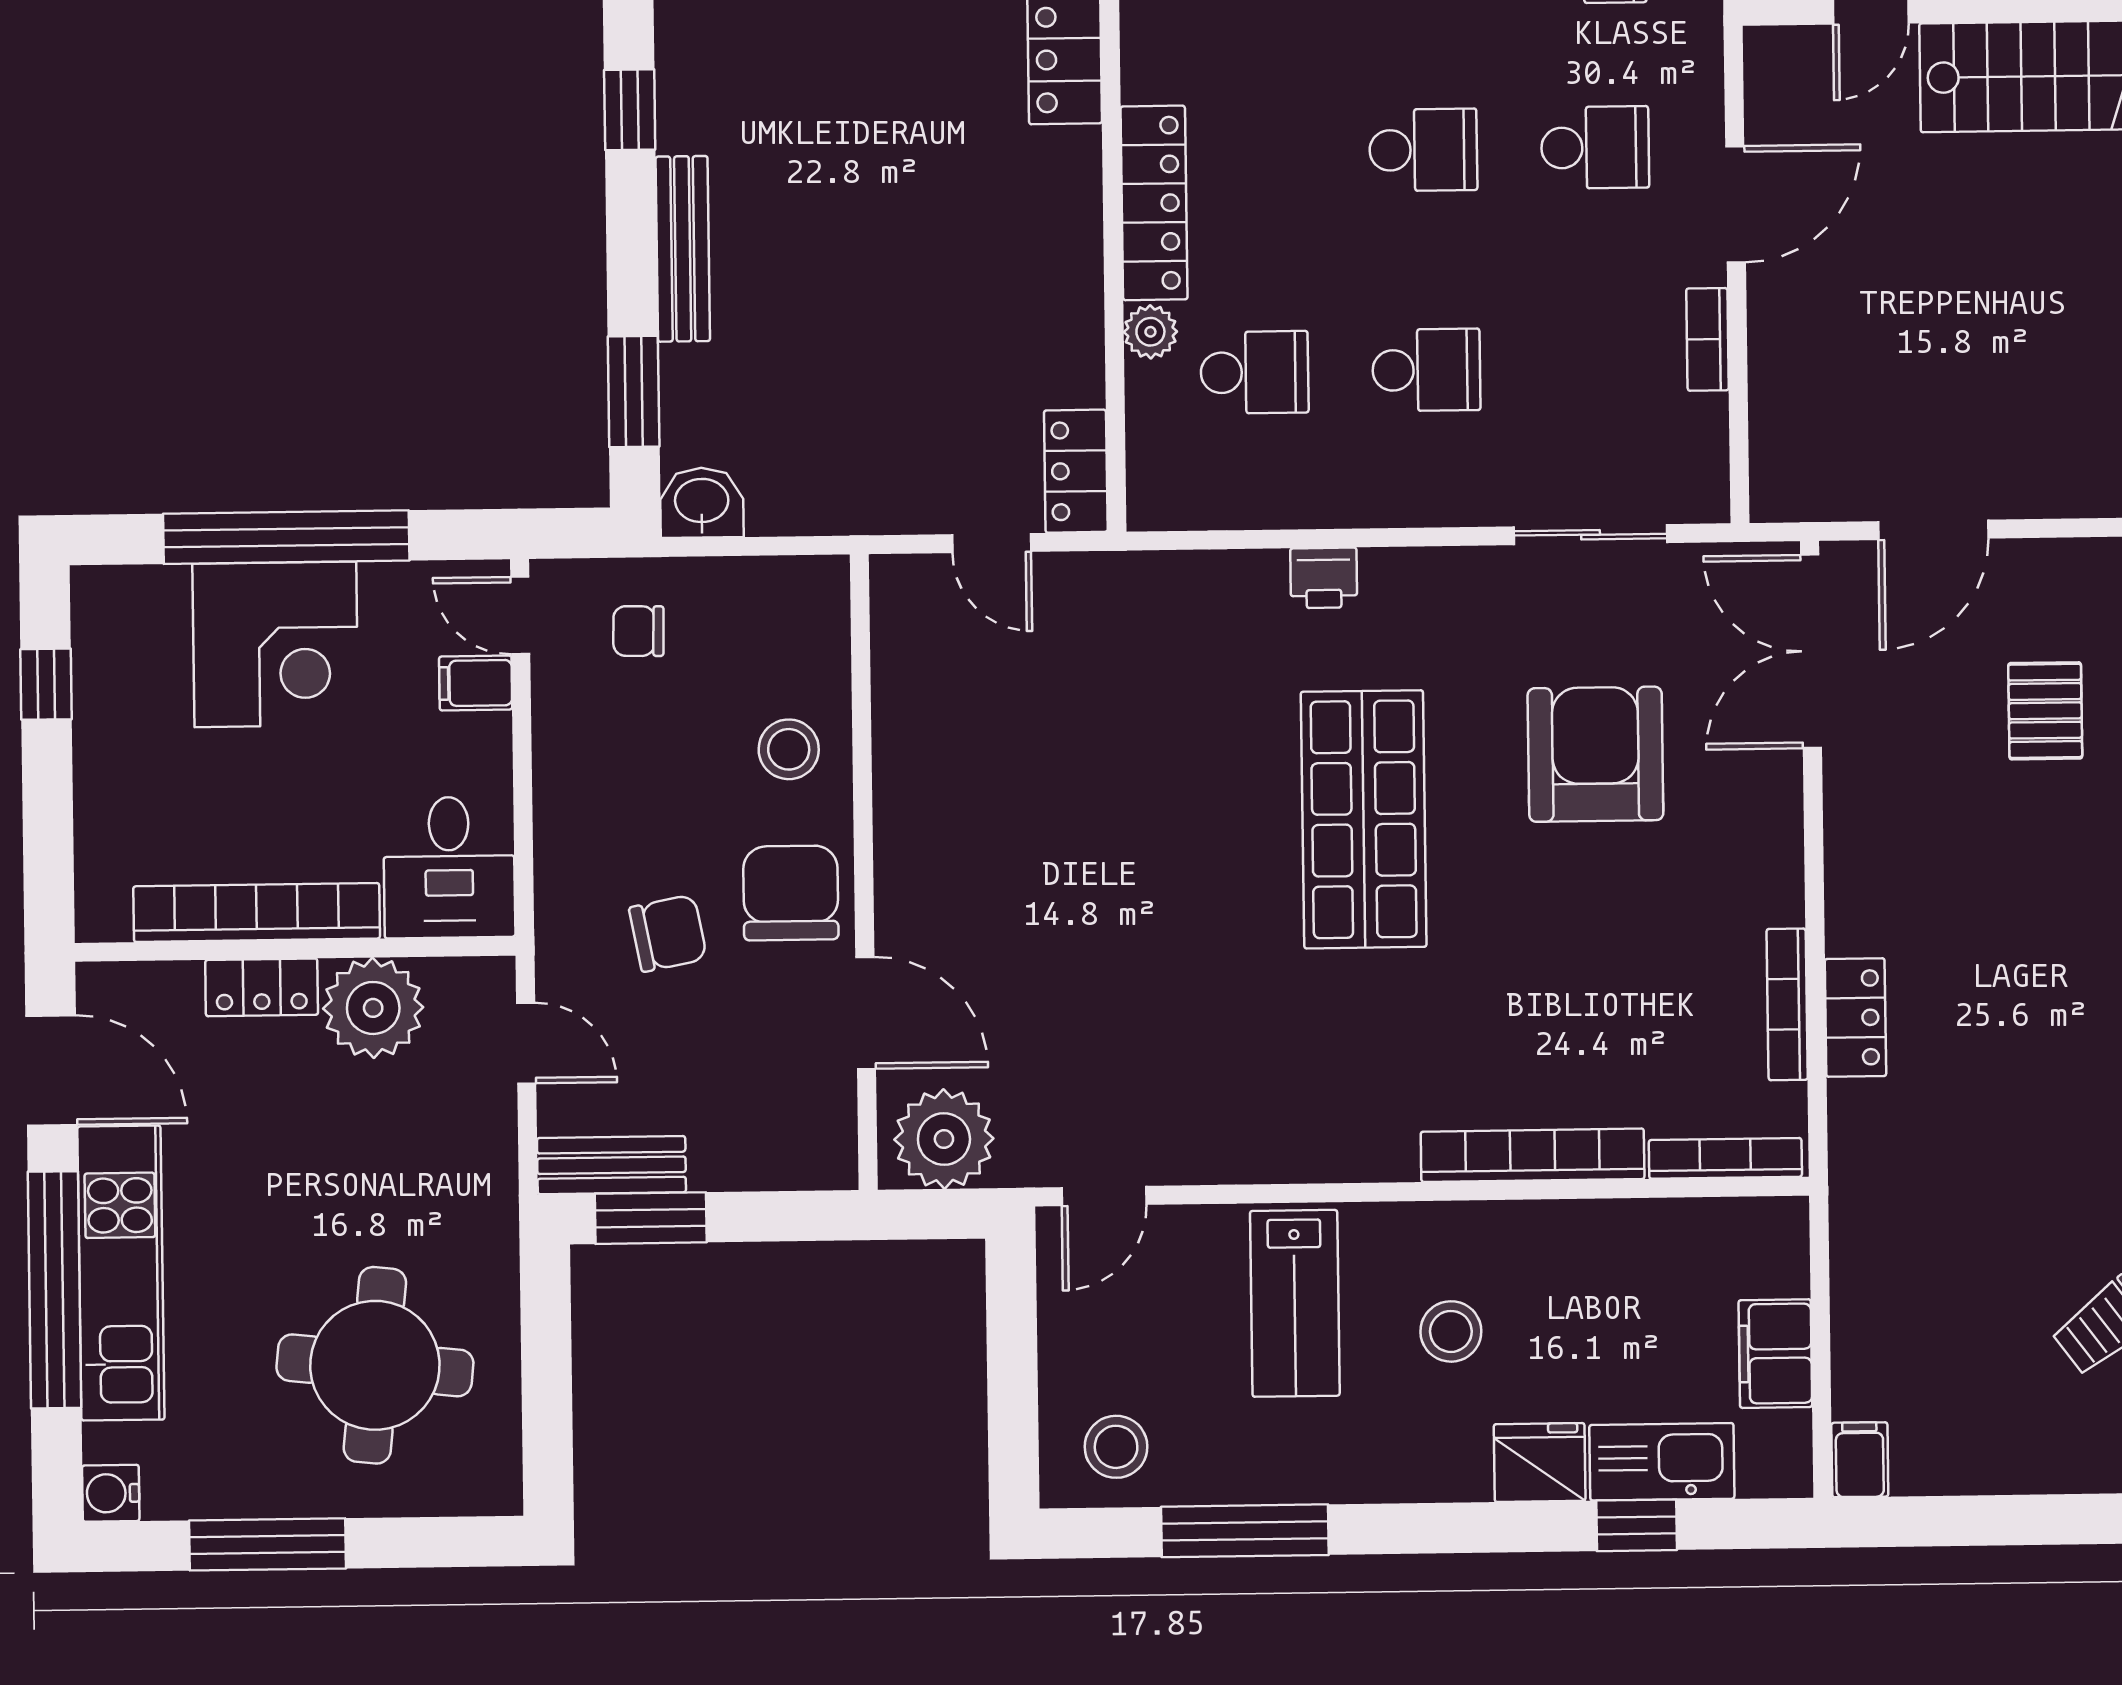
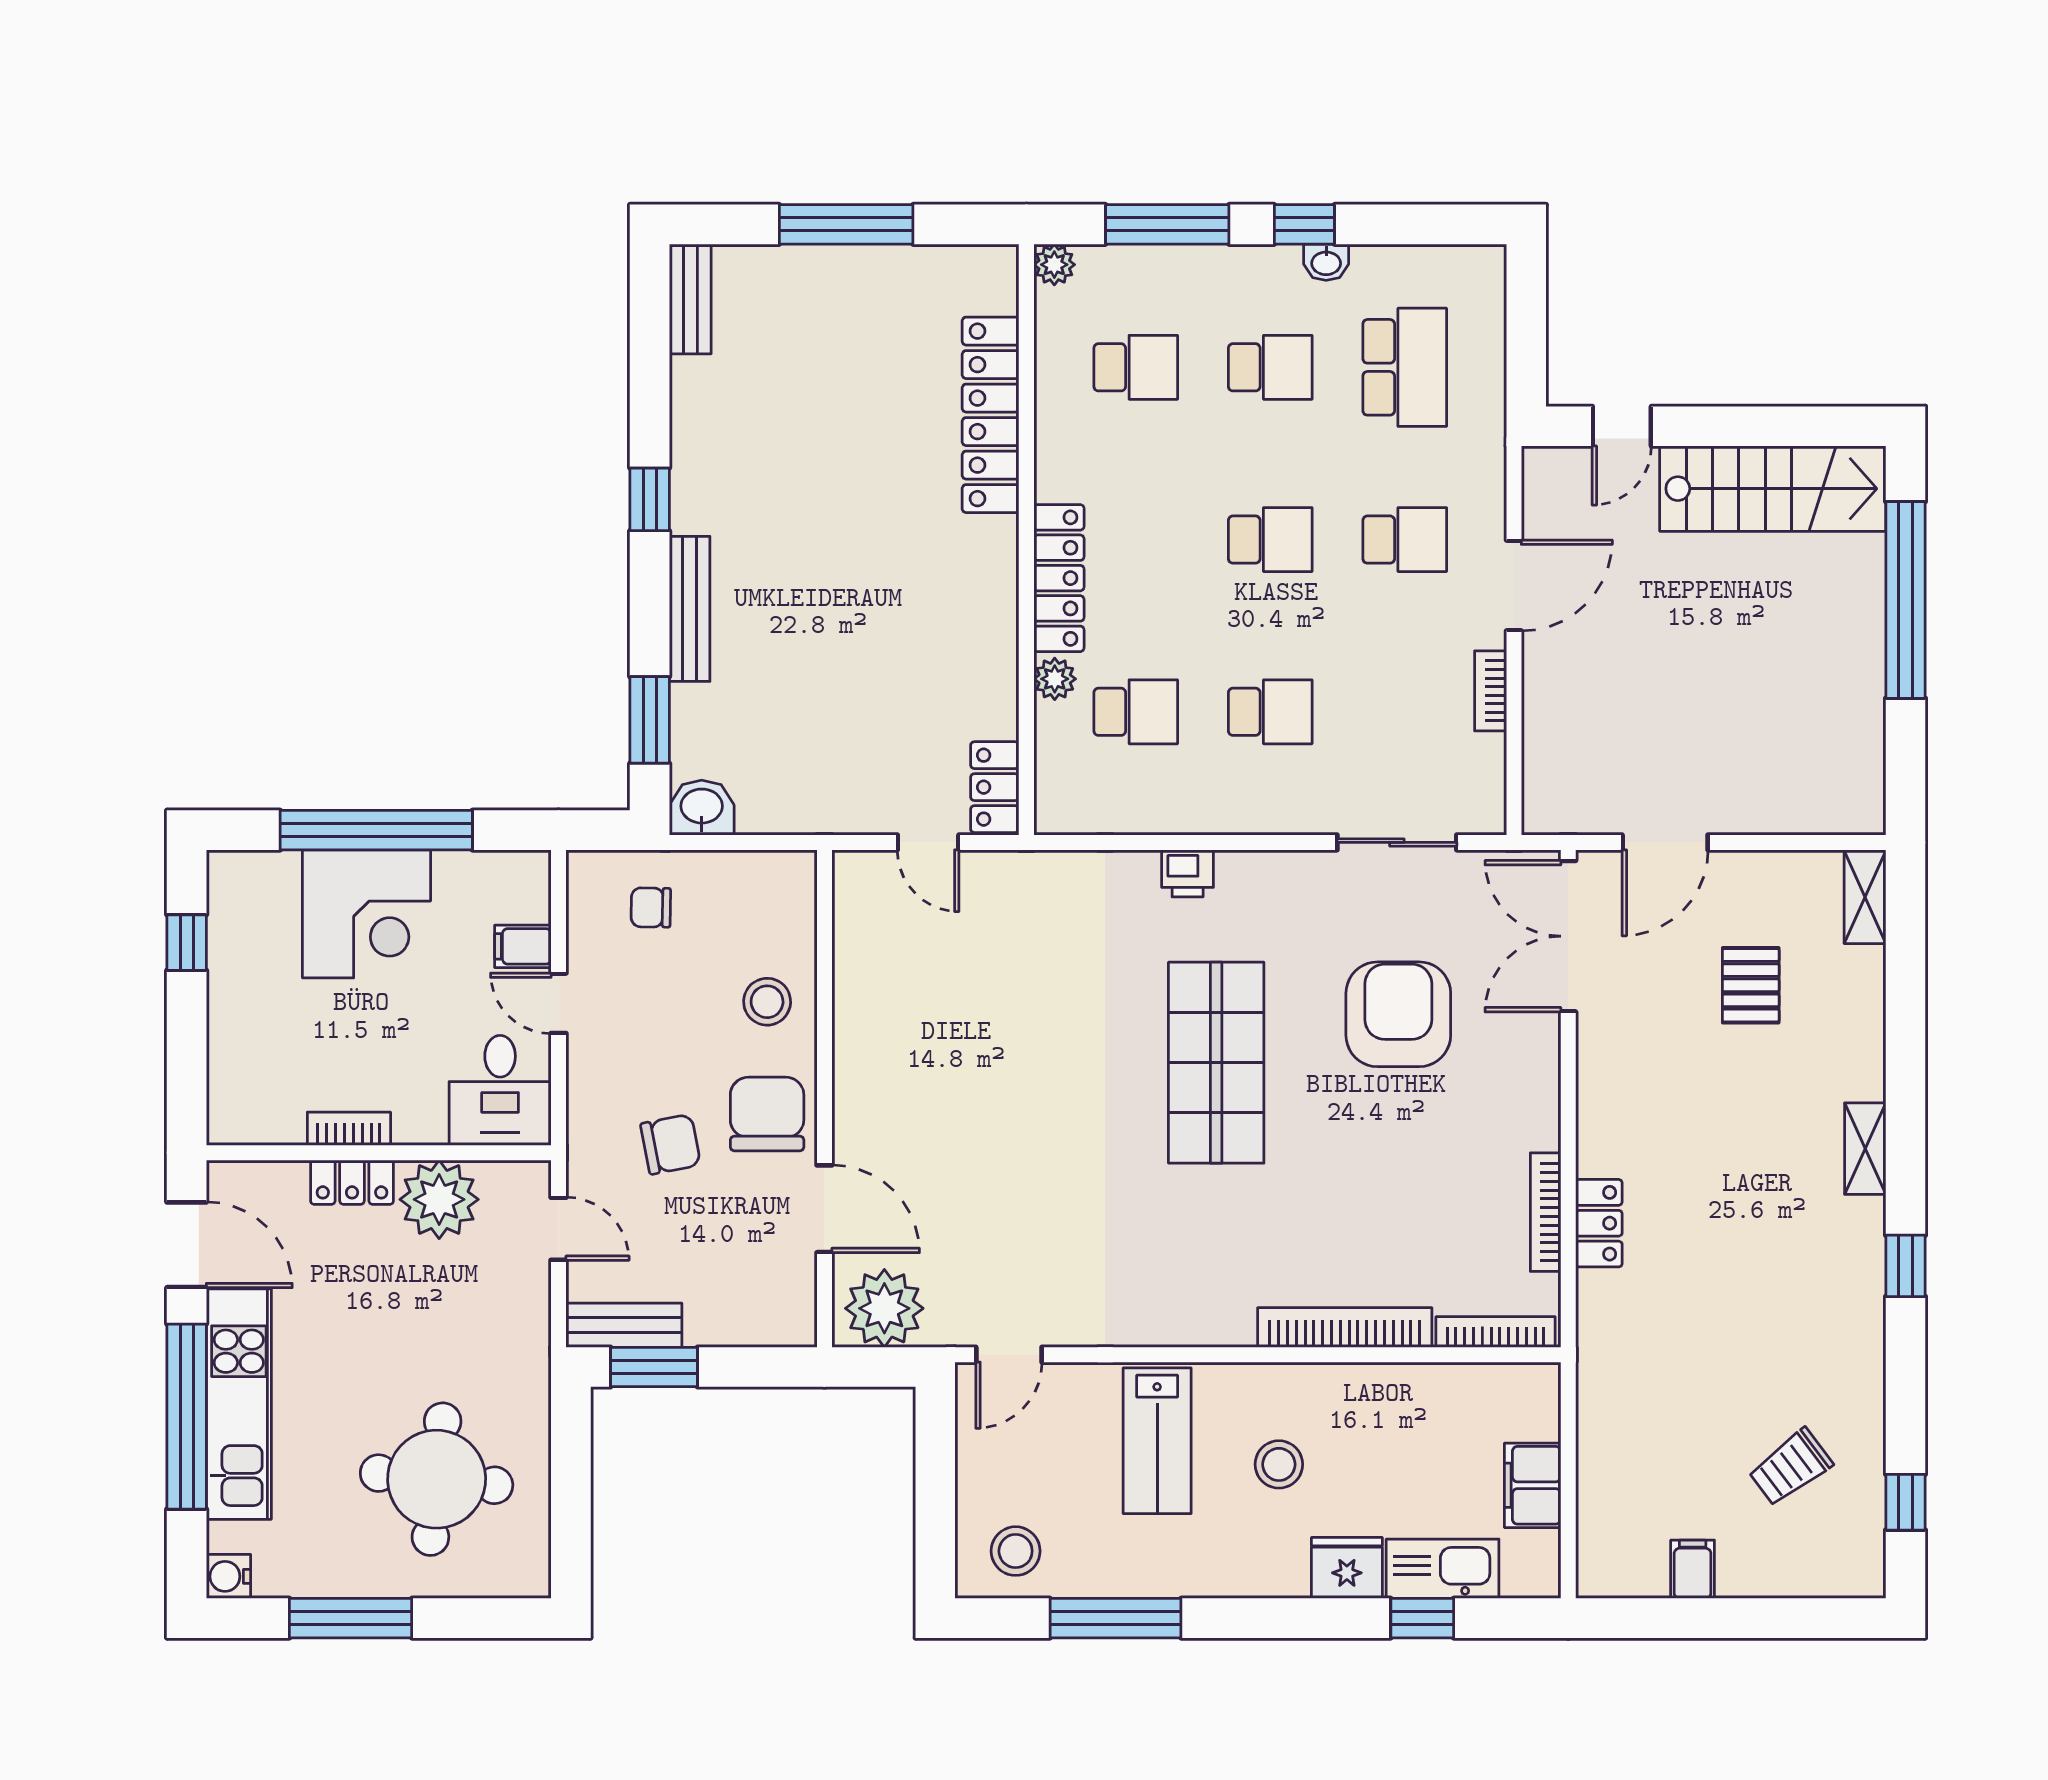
door: (520, 615) -> (558, 1003), moved
bookcase: (257, 912) -> (349, 1129), width x0.43, depth x0.76
filing cabinet: (1860, 1460) -> (1693, 1569), moved

